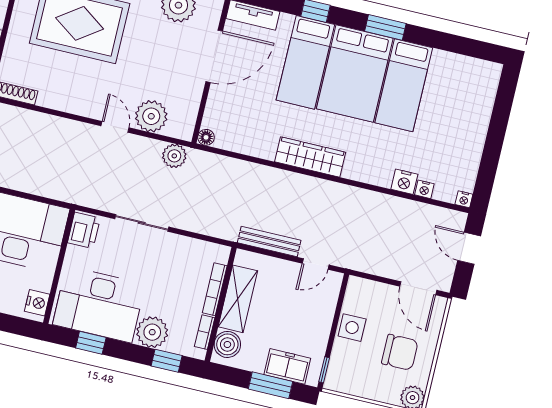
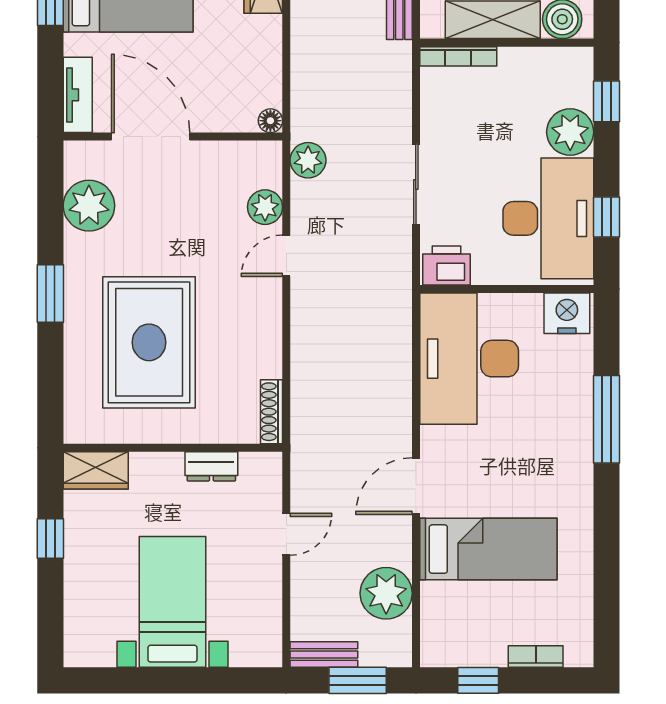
plant: (151, 116) -> (265, 207), width x0.73, depth x0.73
bookcase: (215, 289) -> (458, 56), moved
nightstand: (37, 303) -> (567, 313), width x1.36, depth x1.33
bookcase: (205, 332) -> (552, 56), removed

